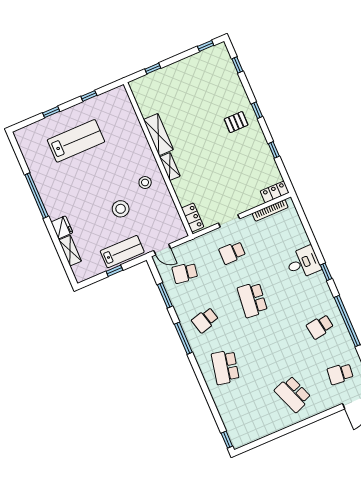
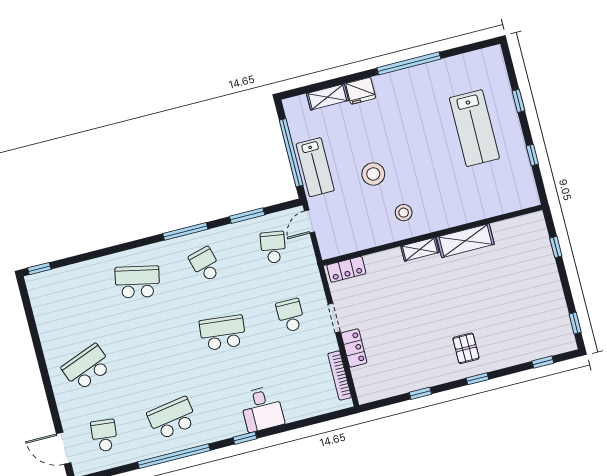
locker: (275, 192) -> (354, 348), moved
window: (114, 271) -> (291, 153), width x3.17
school desk: (320, 327) -> (172, 418), width x1.85

